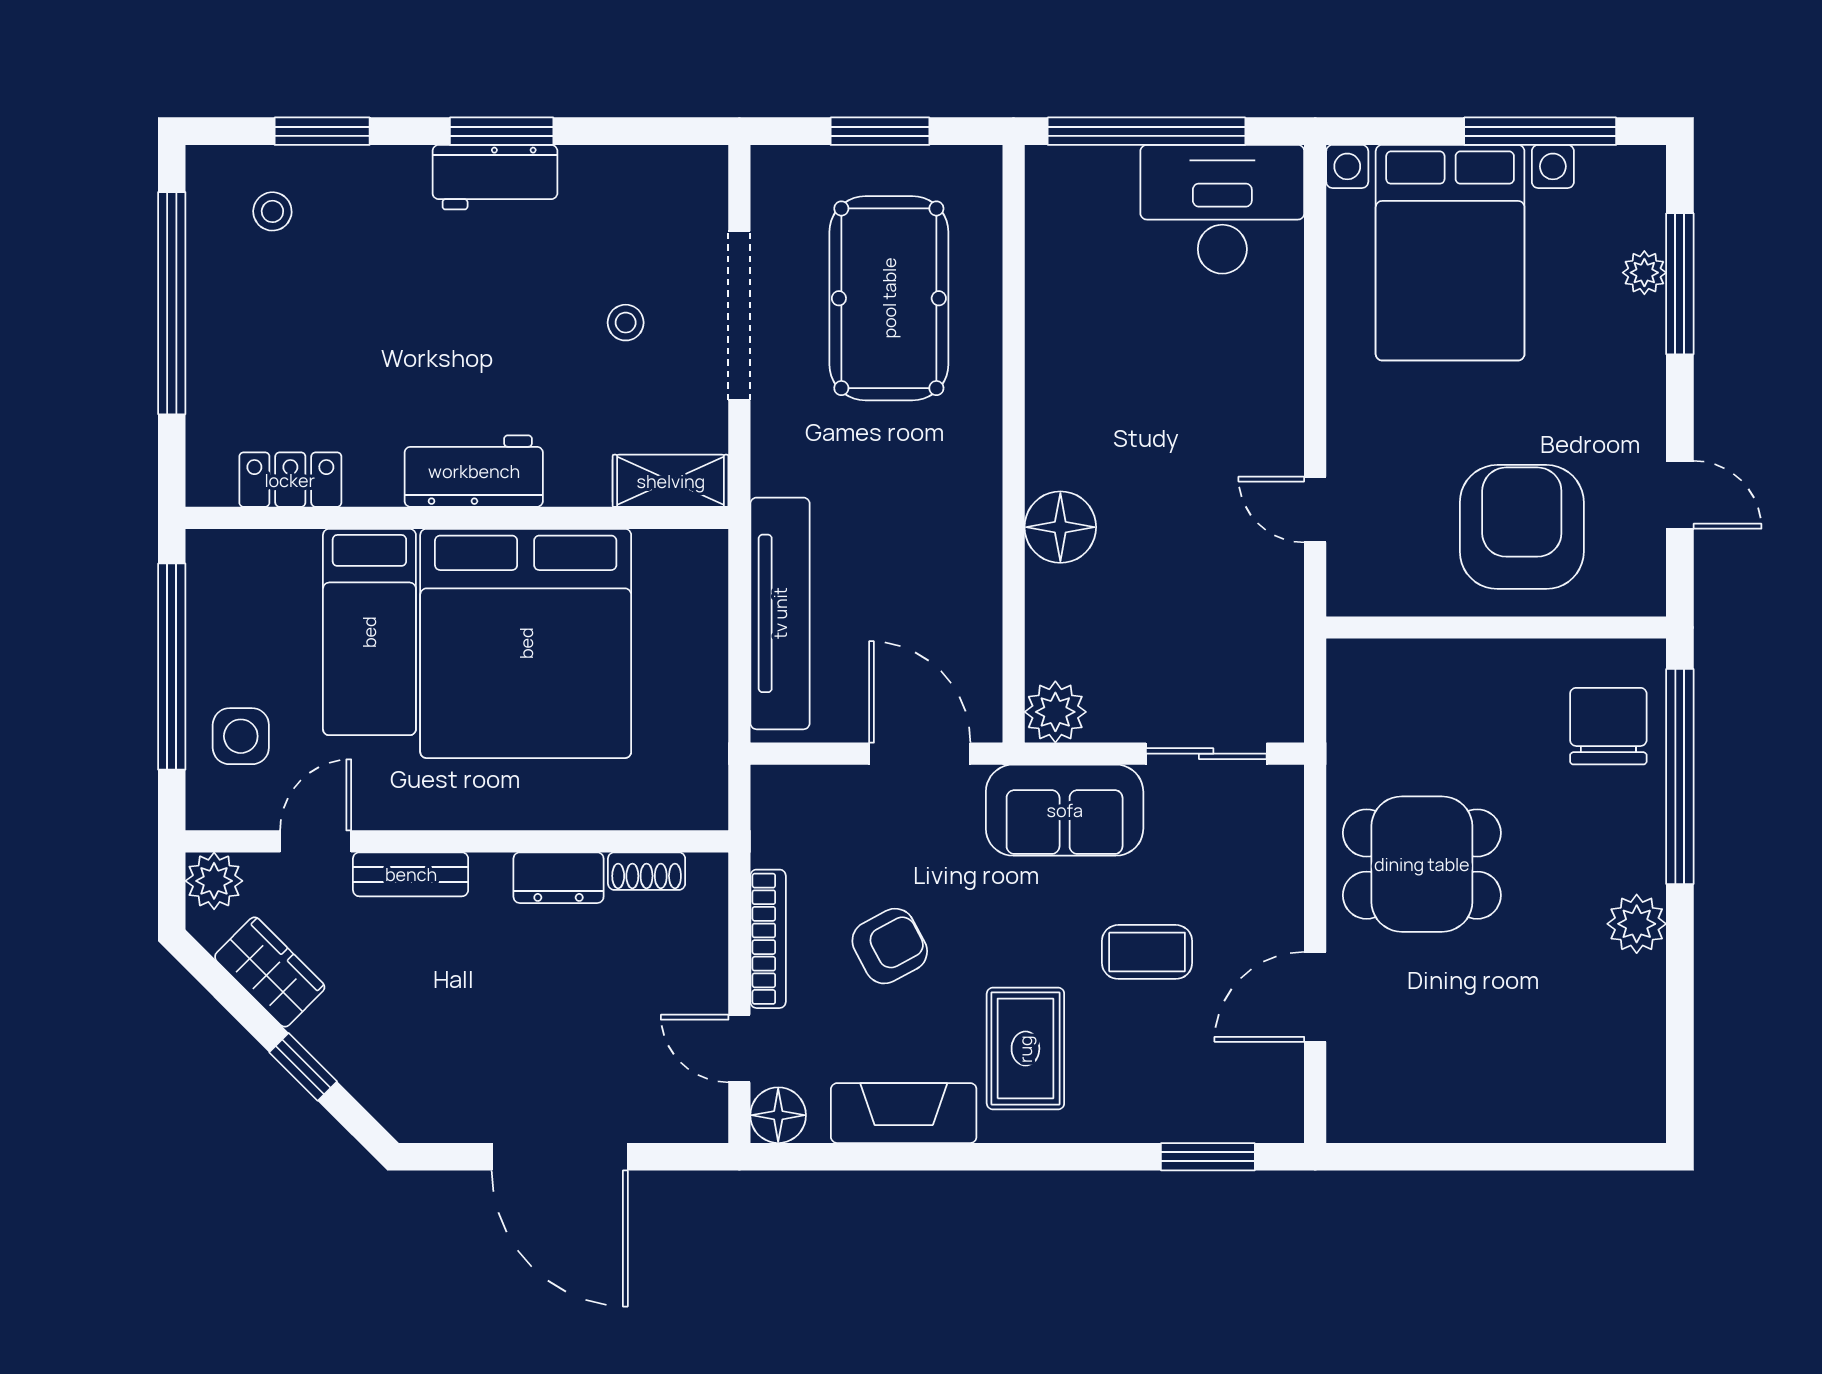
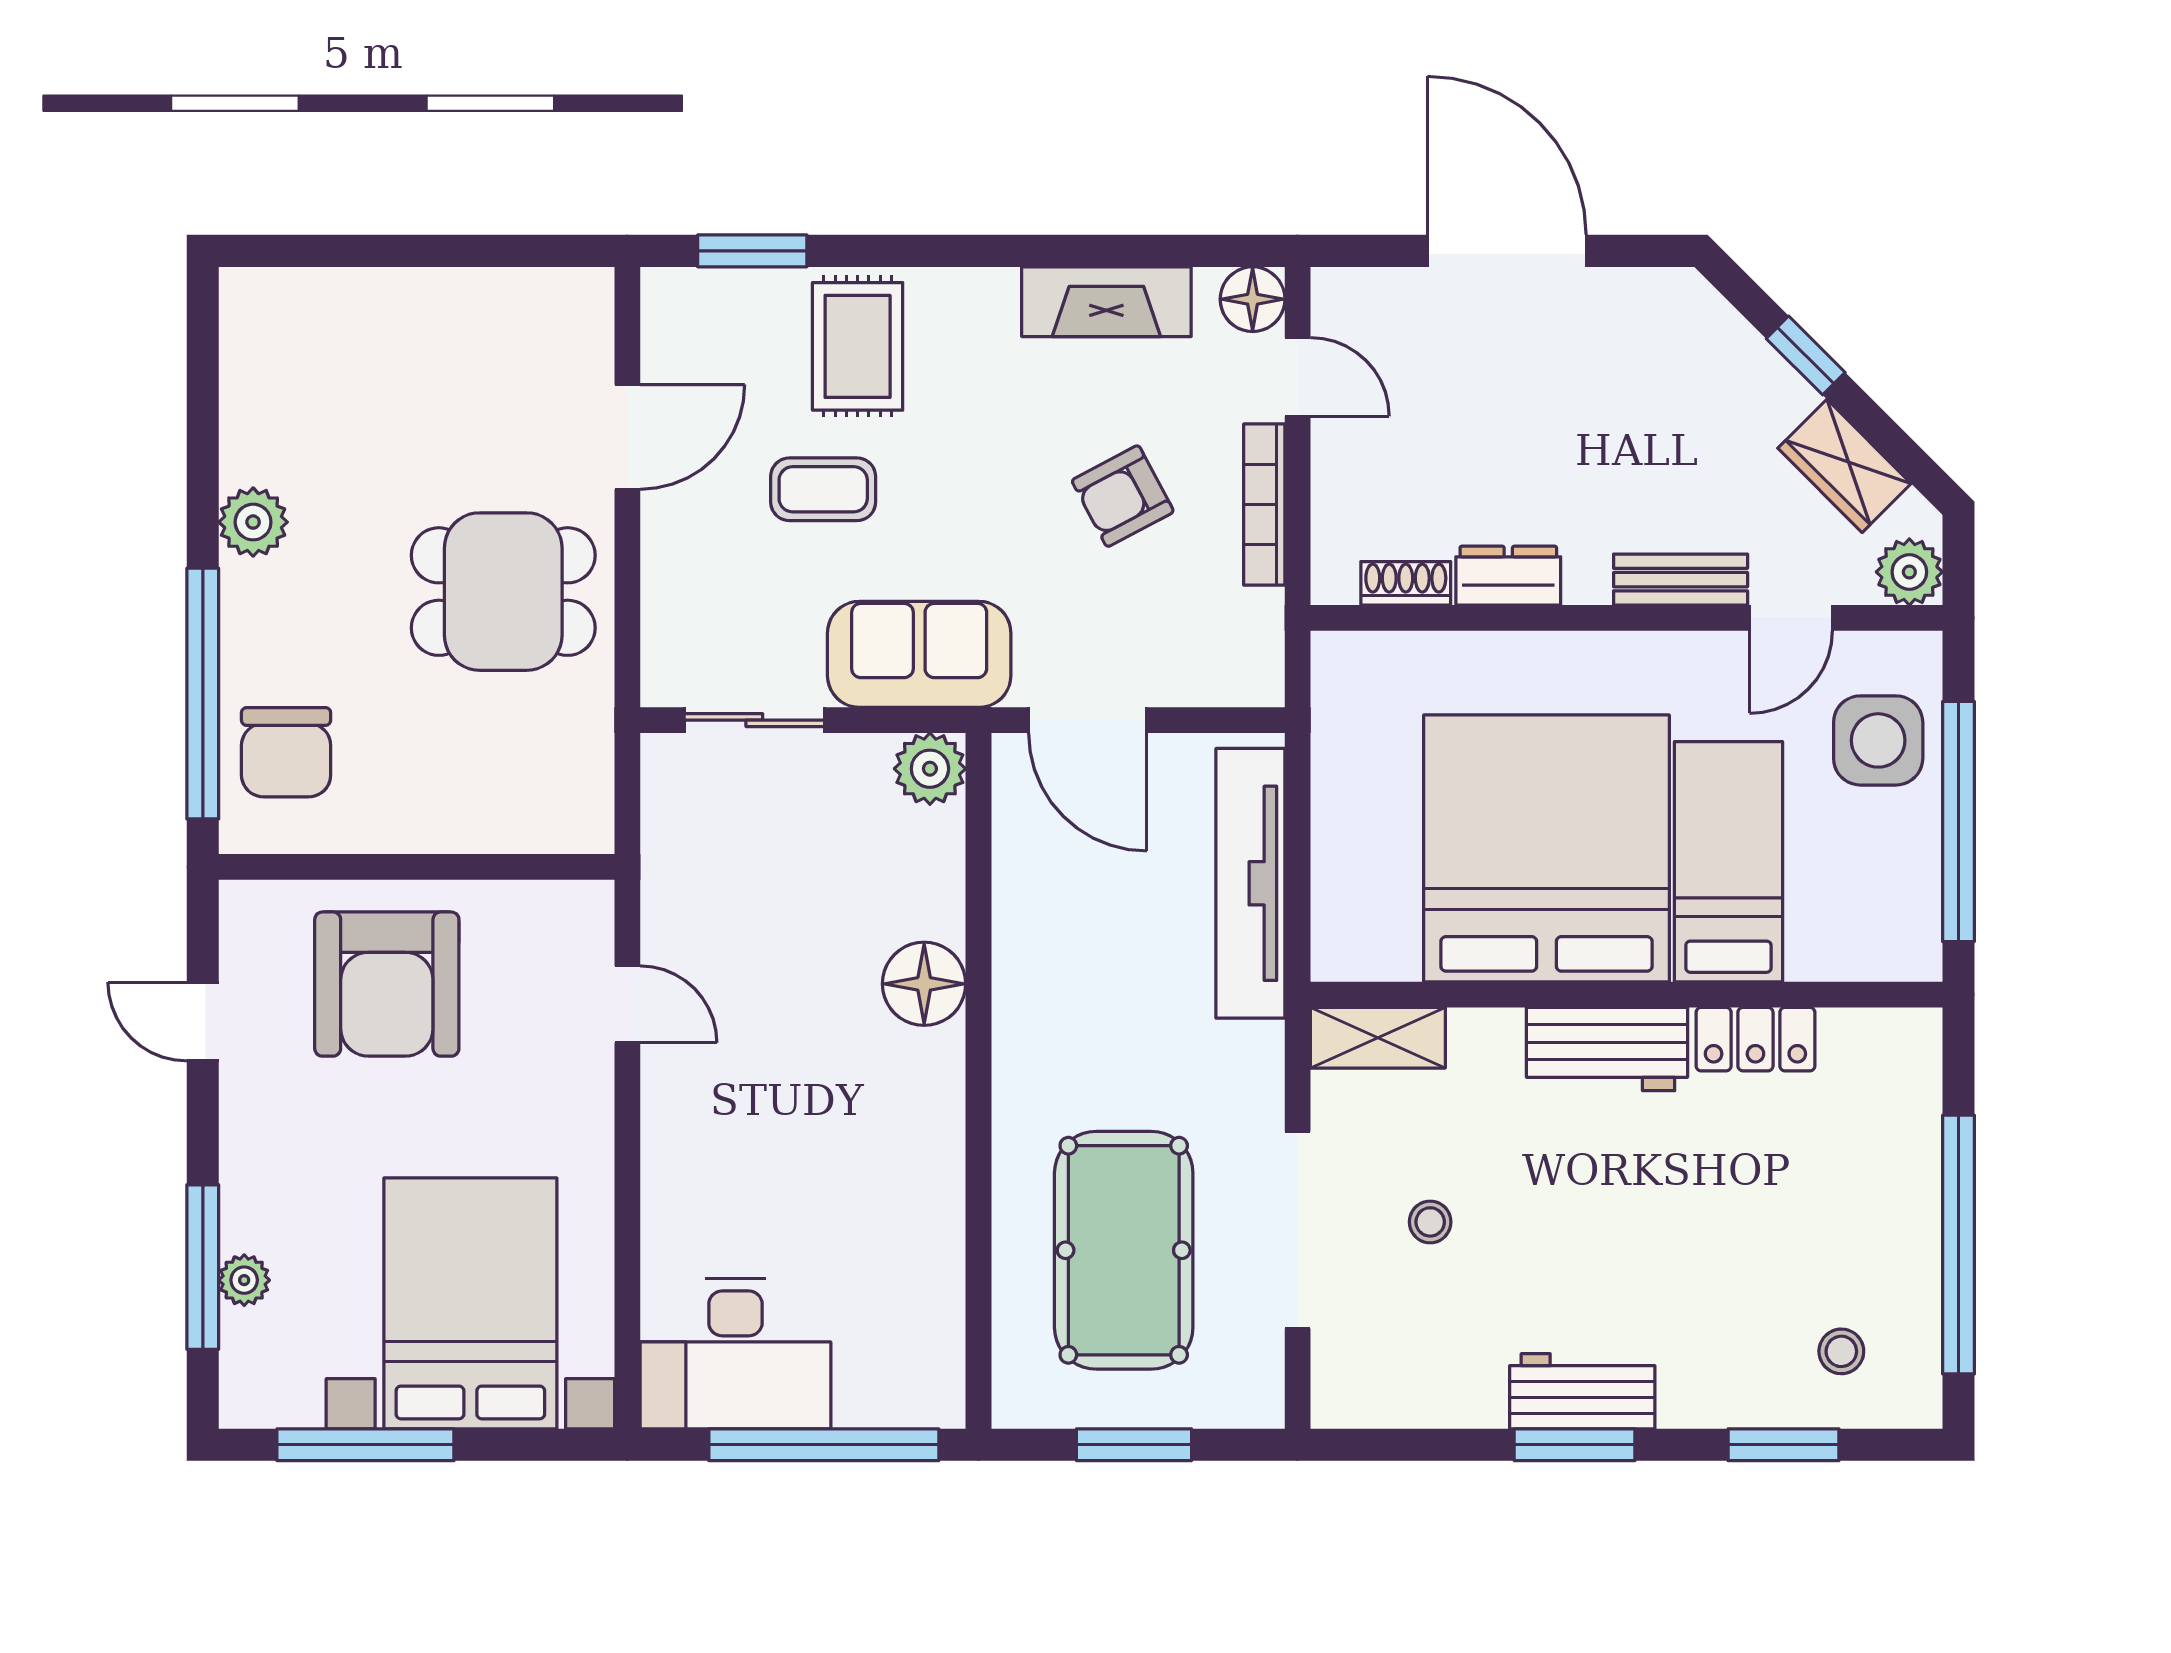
locker: (290, 480) -> (1755, 1039), moved
side table: (241, 736) -> (1878, 740), width x1.37, depth x1.37
rug: (1025, 1049) -> (858, 346), moved

